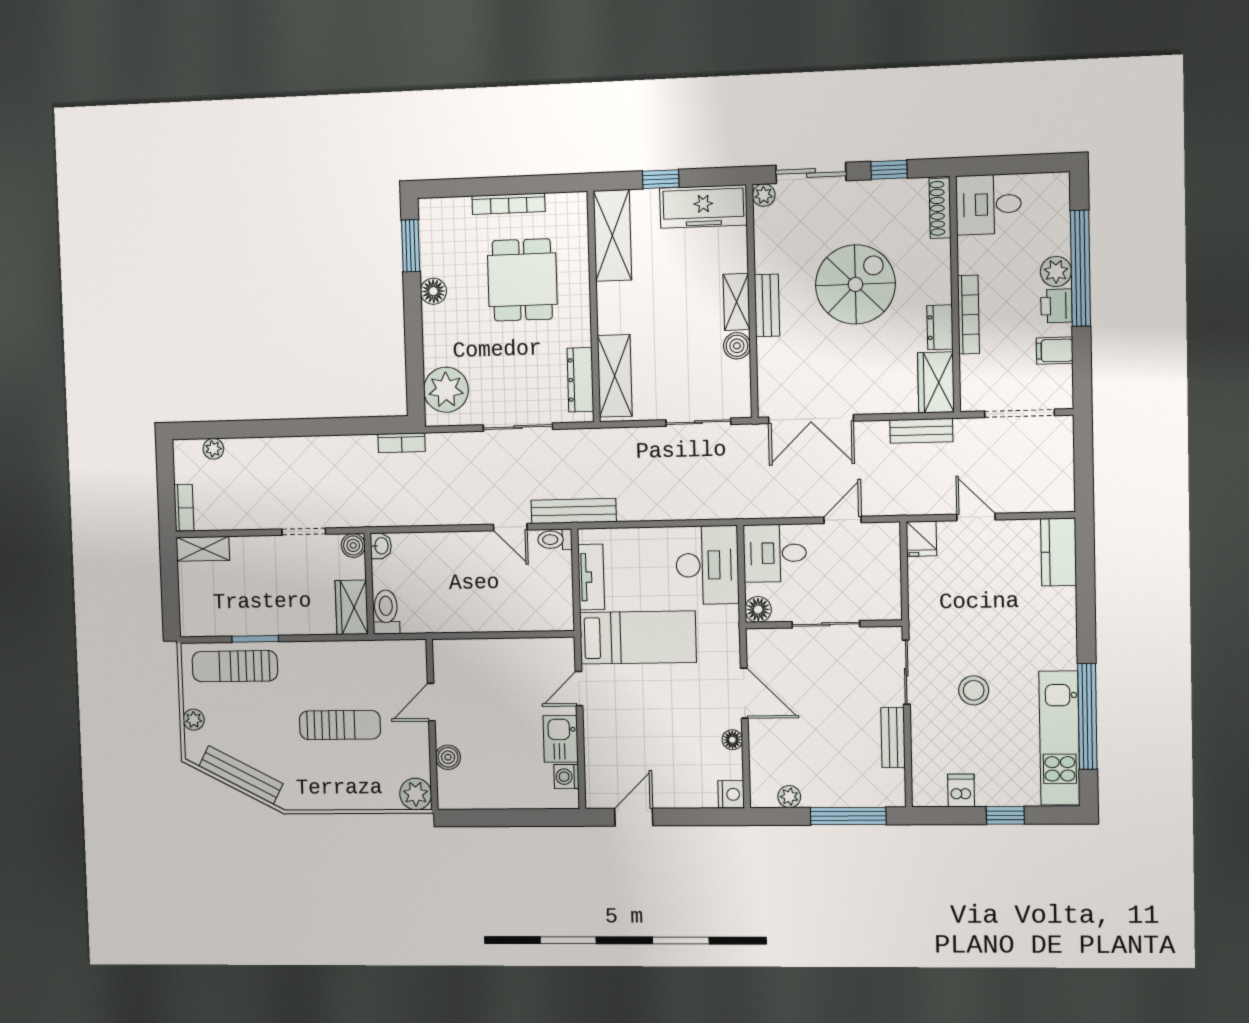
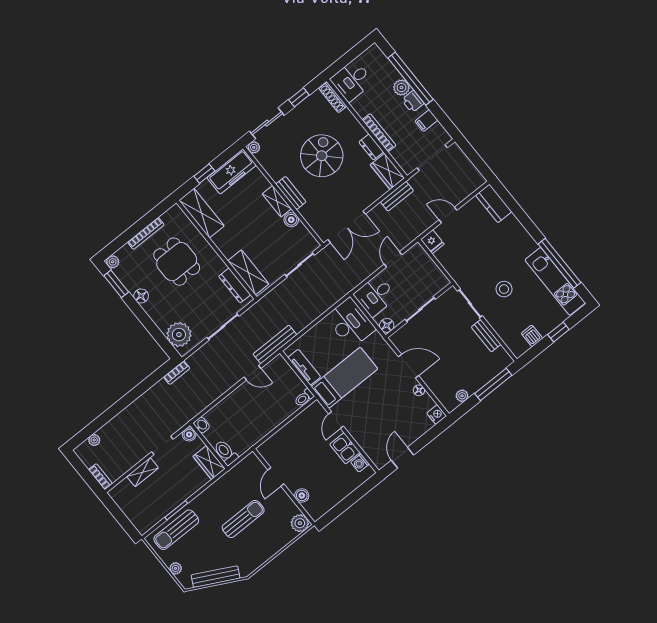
plant: (429, 209) -> (113, 262), added
toilet: (555, 539) -> (304, 398), moved
shelving: (203, 549) -> (143, 472), moved

